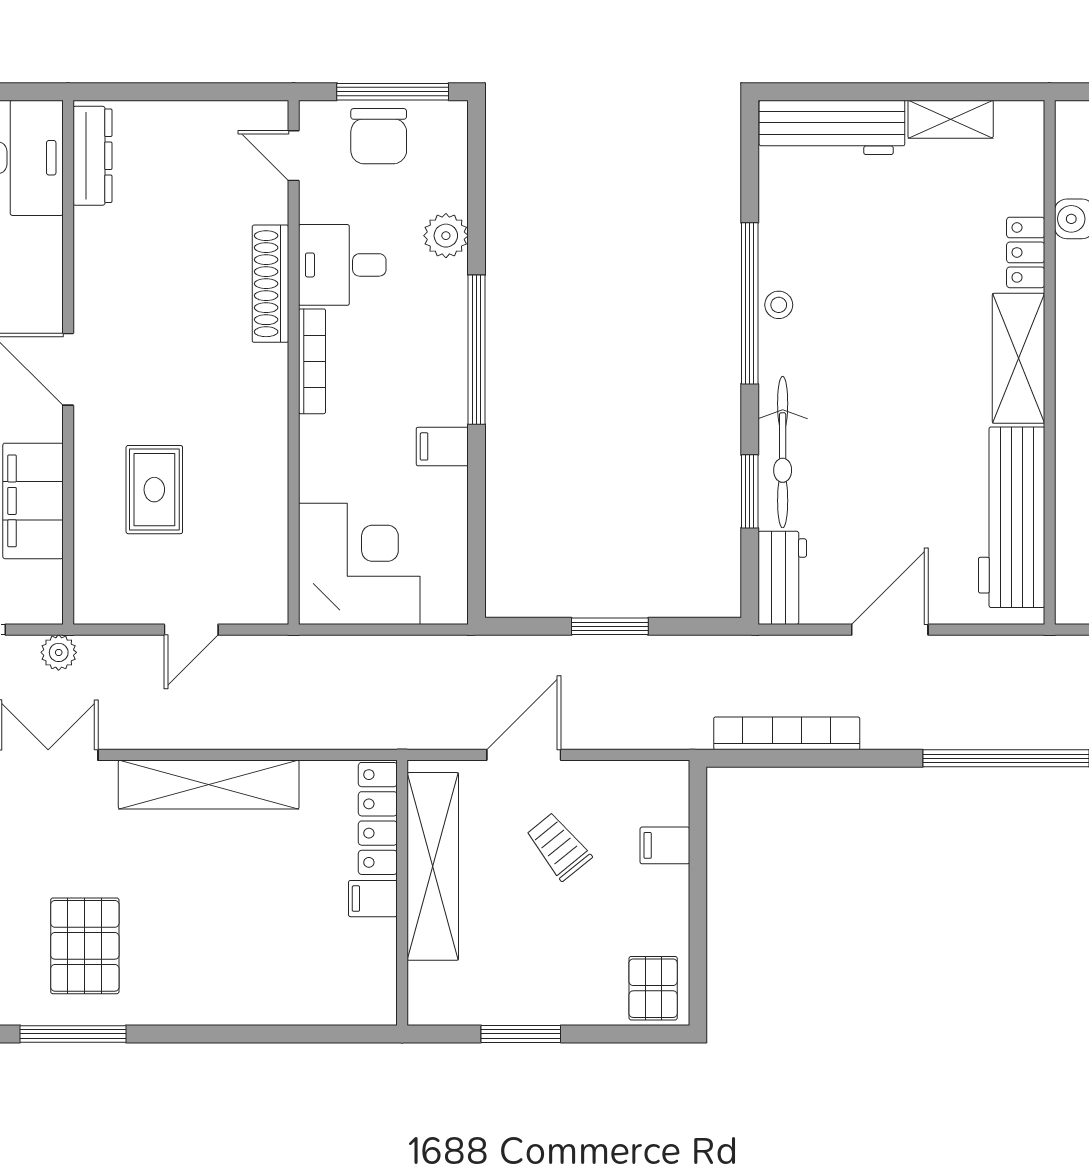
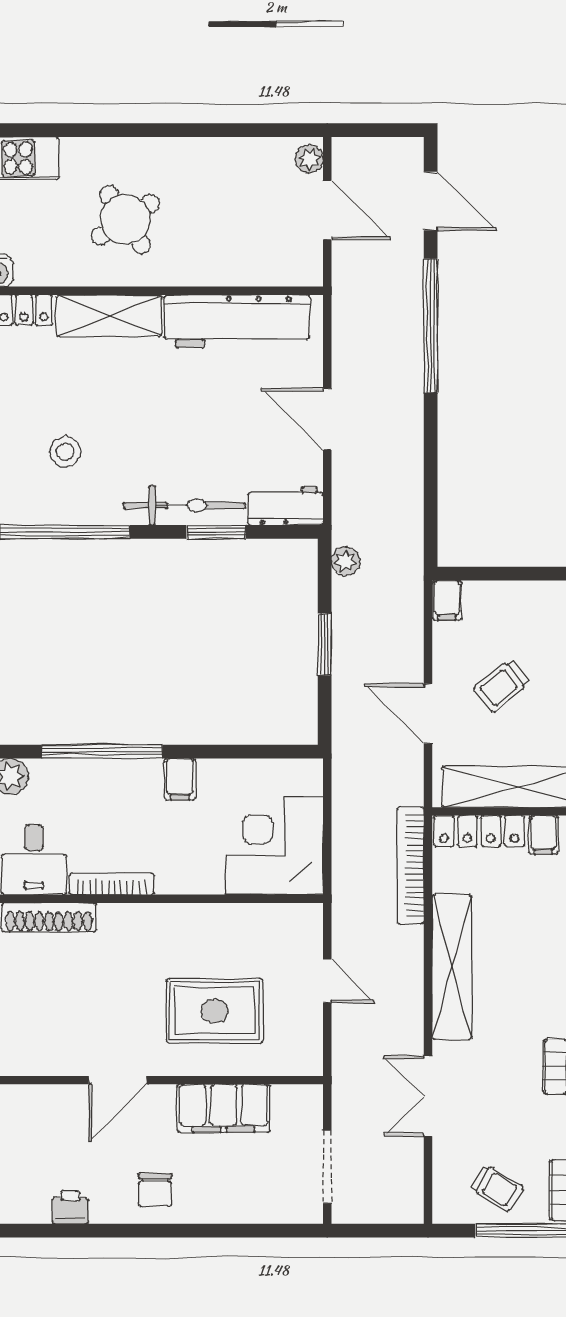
stool: (779, 305) -> (65, 452), moved, width x1.37, depth x1.37
rug: (154, 490) -> (215, 1011), width x1.36, depth x1.43
plant: (59, 652) -> (346, 561), moved
bookcase: (787, 733) -> (411, 865), moved
filing cabinet: (665, 845) -> (447, 600), moved

